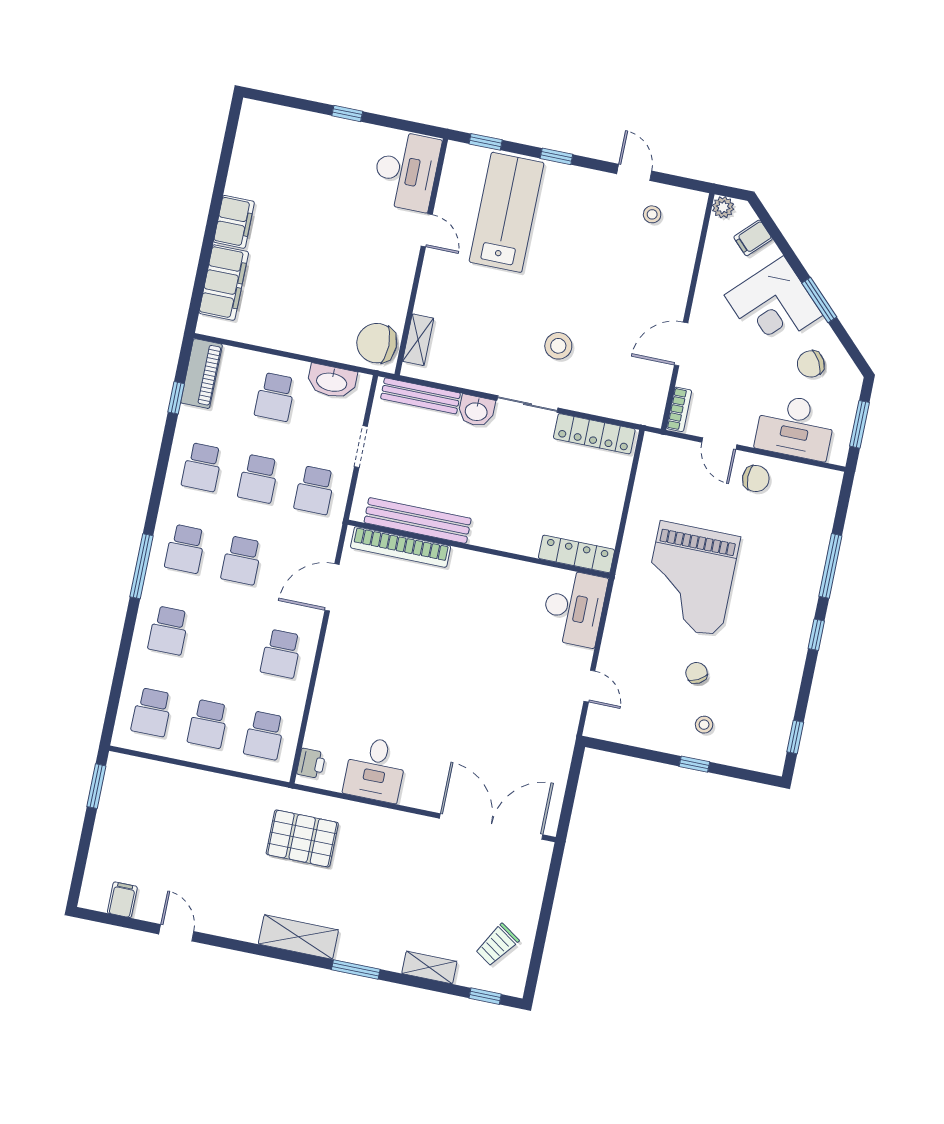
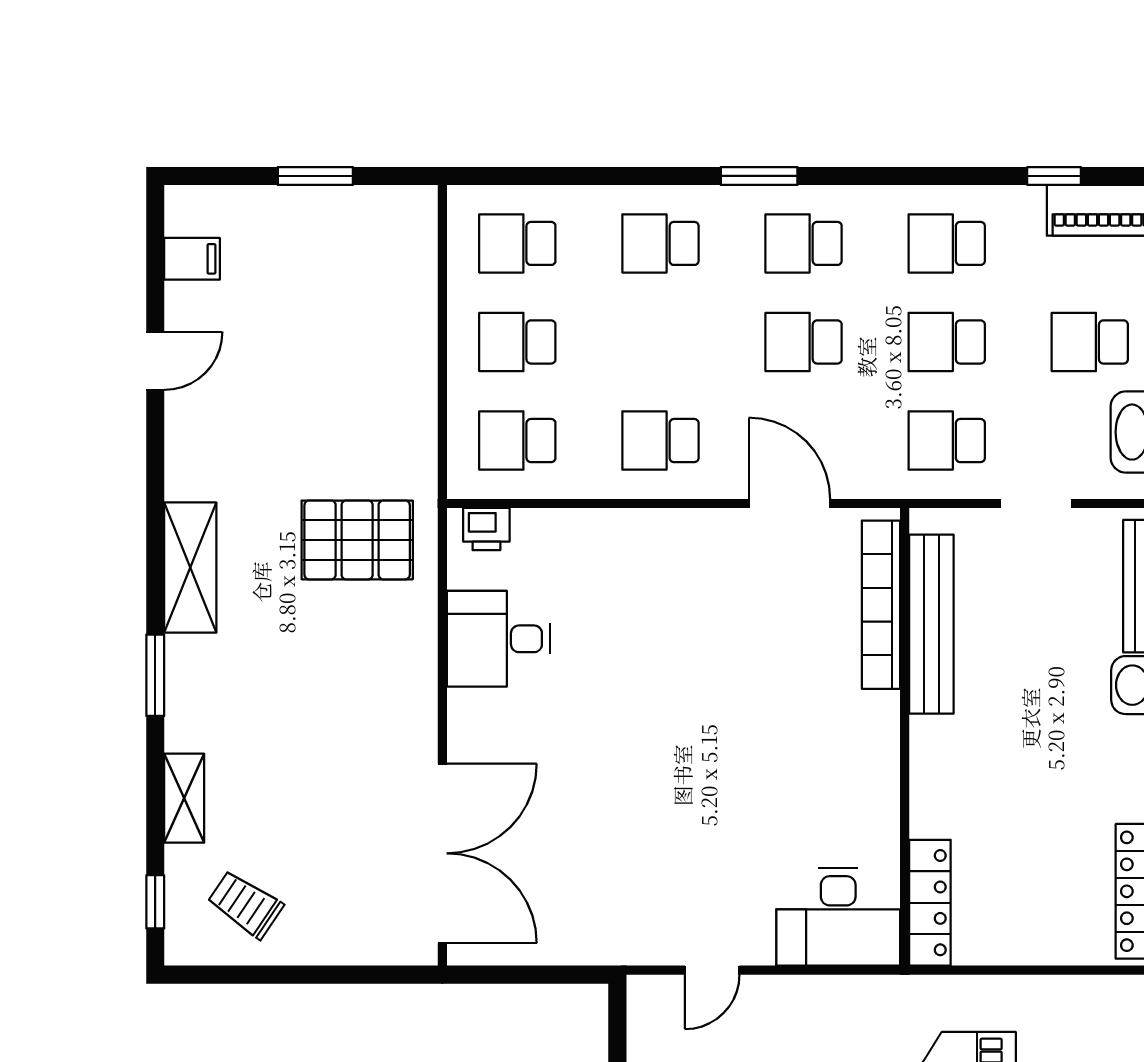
window: (141, 566) -> (759, 176), width x0.69
window: (96, 786) -> (315, 176), moved
pallet: (302, 838) -> (357, 540), turned 90

